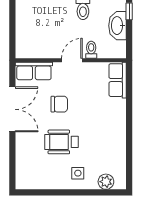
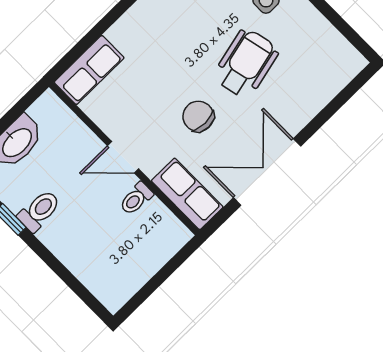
toilet: (91, 50) -> (136, 199), moved
wheelchair: (62, 142) -> (246, 63), turned -103

